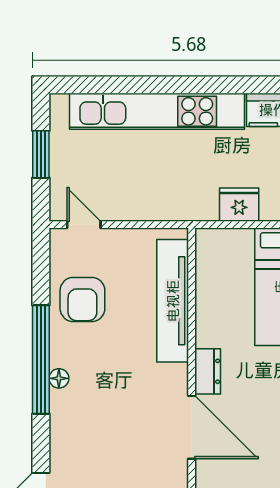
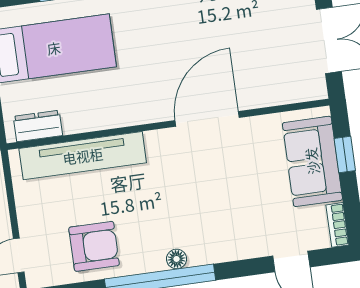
dresser: (208, 371) -> (38, 126), moved

